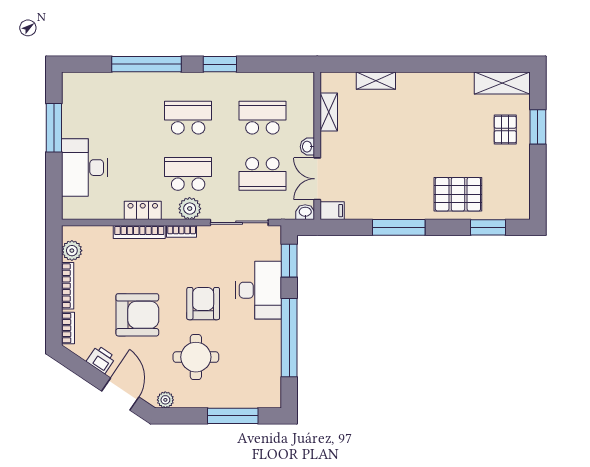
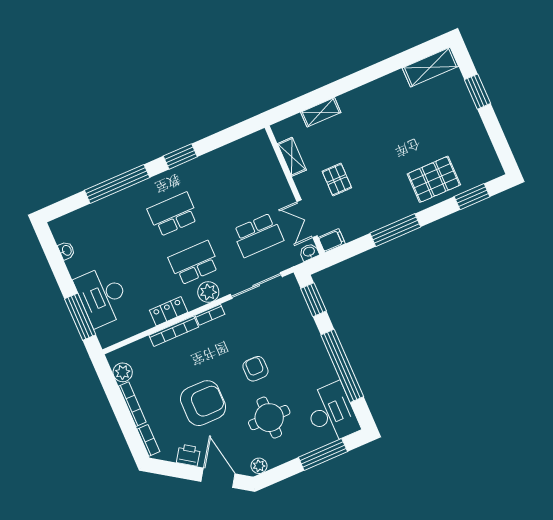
school desk: (262, 118) -> (237, 187), removed
window: (54, 128) -> (80, 317), moved
pallet: (505, 129) -> (337, 180), moved
washbasin: (307, 147) -> (66, 251), moved, turned 180
desk: (259, 290) -> (331, 413), moved
armchair: (203, 304) -> (255, 369), width x0.72, depth x0.72

